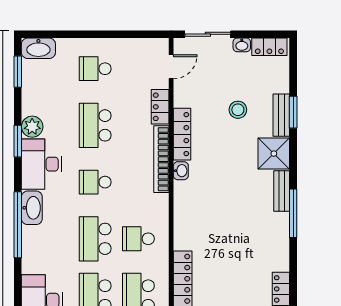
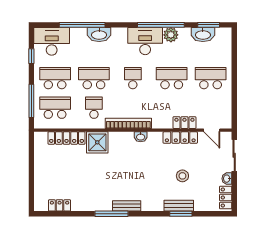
washbasin: (38, 48) -> (203, 35), moved, turned -90
school desk: (95, 69) -> (211, 78), width x1.85
locker: (182, 134) -> (180, 138), moved
window: (18, 141) -> (161, 25), width x2.11
shower: (274, 154) -> (97, 142), moved
bookcase: (161, 159) -> (128, 123), moved
washbasin: (32, 208) -> (99, 35), moved
window: (18, 225) -> (82, 25), moved

